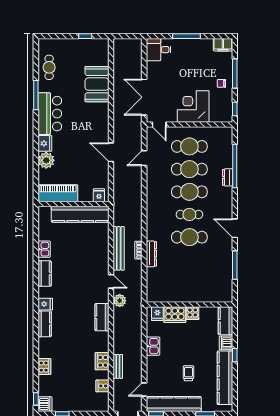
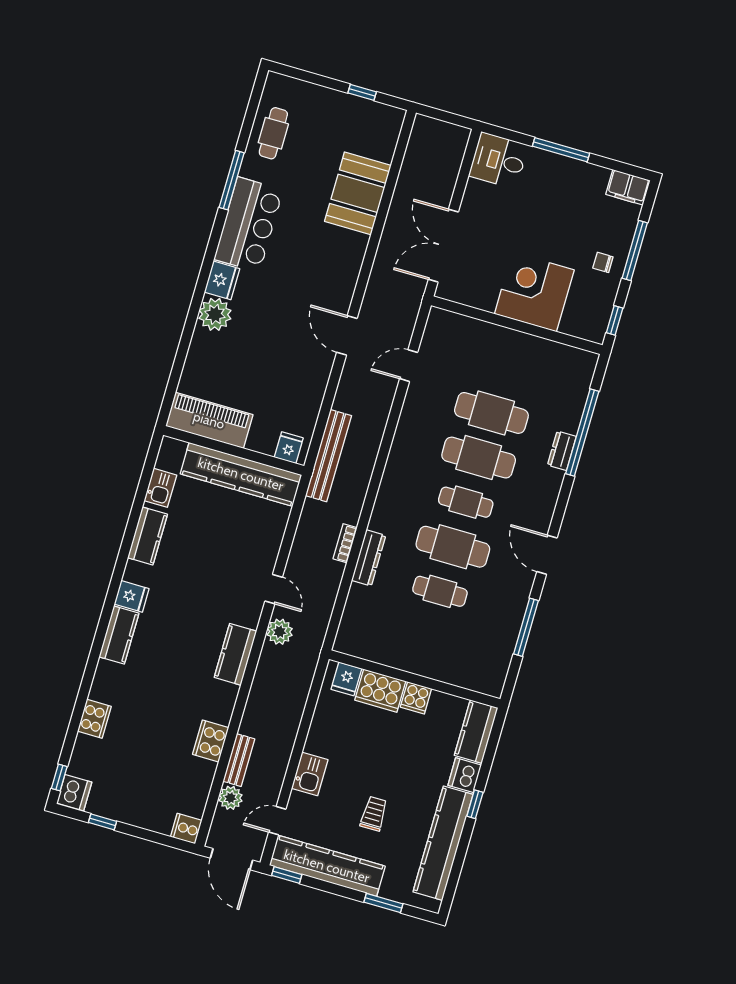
door: (159, 124) -> (457, 308), removed
cafe table: (189, 146) -> (440, 591), moved, width x0.73, depth x0.74
piano: (58, 193) -> (209, 420), moved
fridge: (99, 195) -> (289, 448), moved
wall: (73, 204) -> (234, 450), moved
kitchen counter: (80, 214) -> (241, 474), moved
bench: (119, 248) -> (328, 456), moved
kitchen sink: (153, 346) -> (310, 774), moved
plant: (119, 385) -> (231, 798), added
cooker: (102, 386) -> (186, 829), moved

